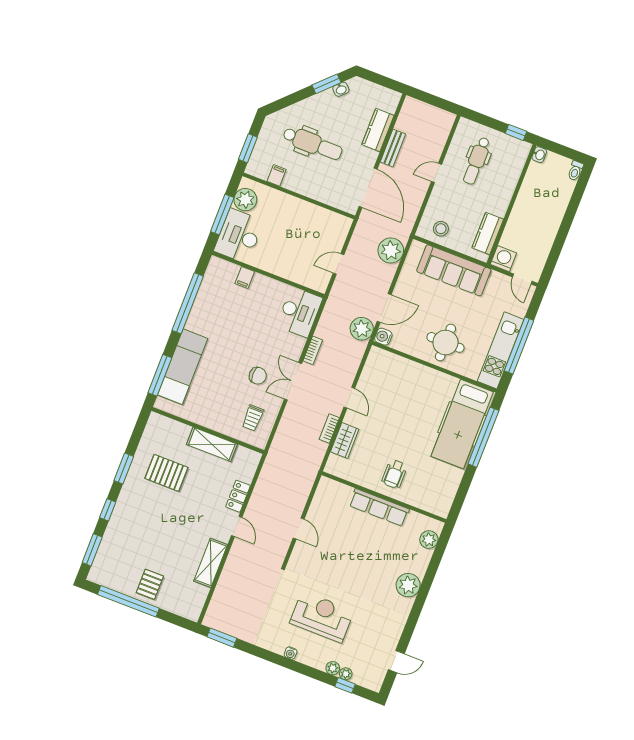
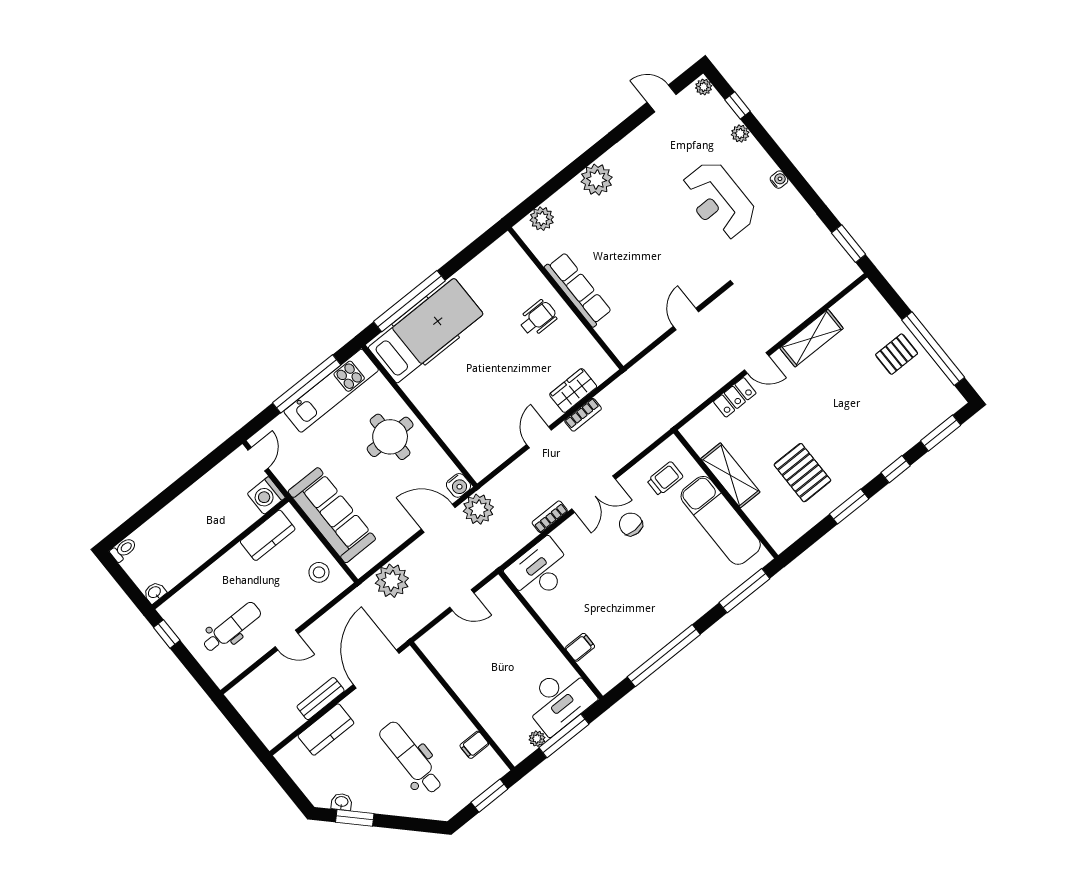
plant: (245, 200) -> (537, 739), width x0.53, depth x0.53
exam couch: (183, 367) -> (721, 520), moved, turned -90
door: (237, 526) -> (757, 363), swing flipped
plant: (346, 674) -> (704, 87), moved

